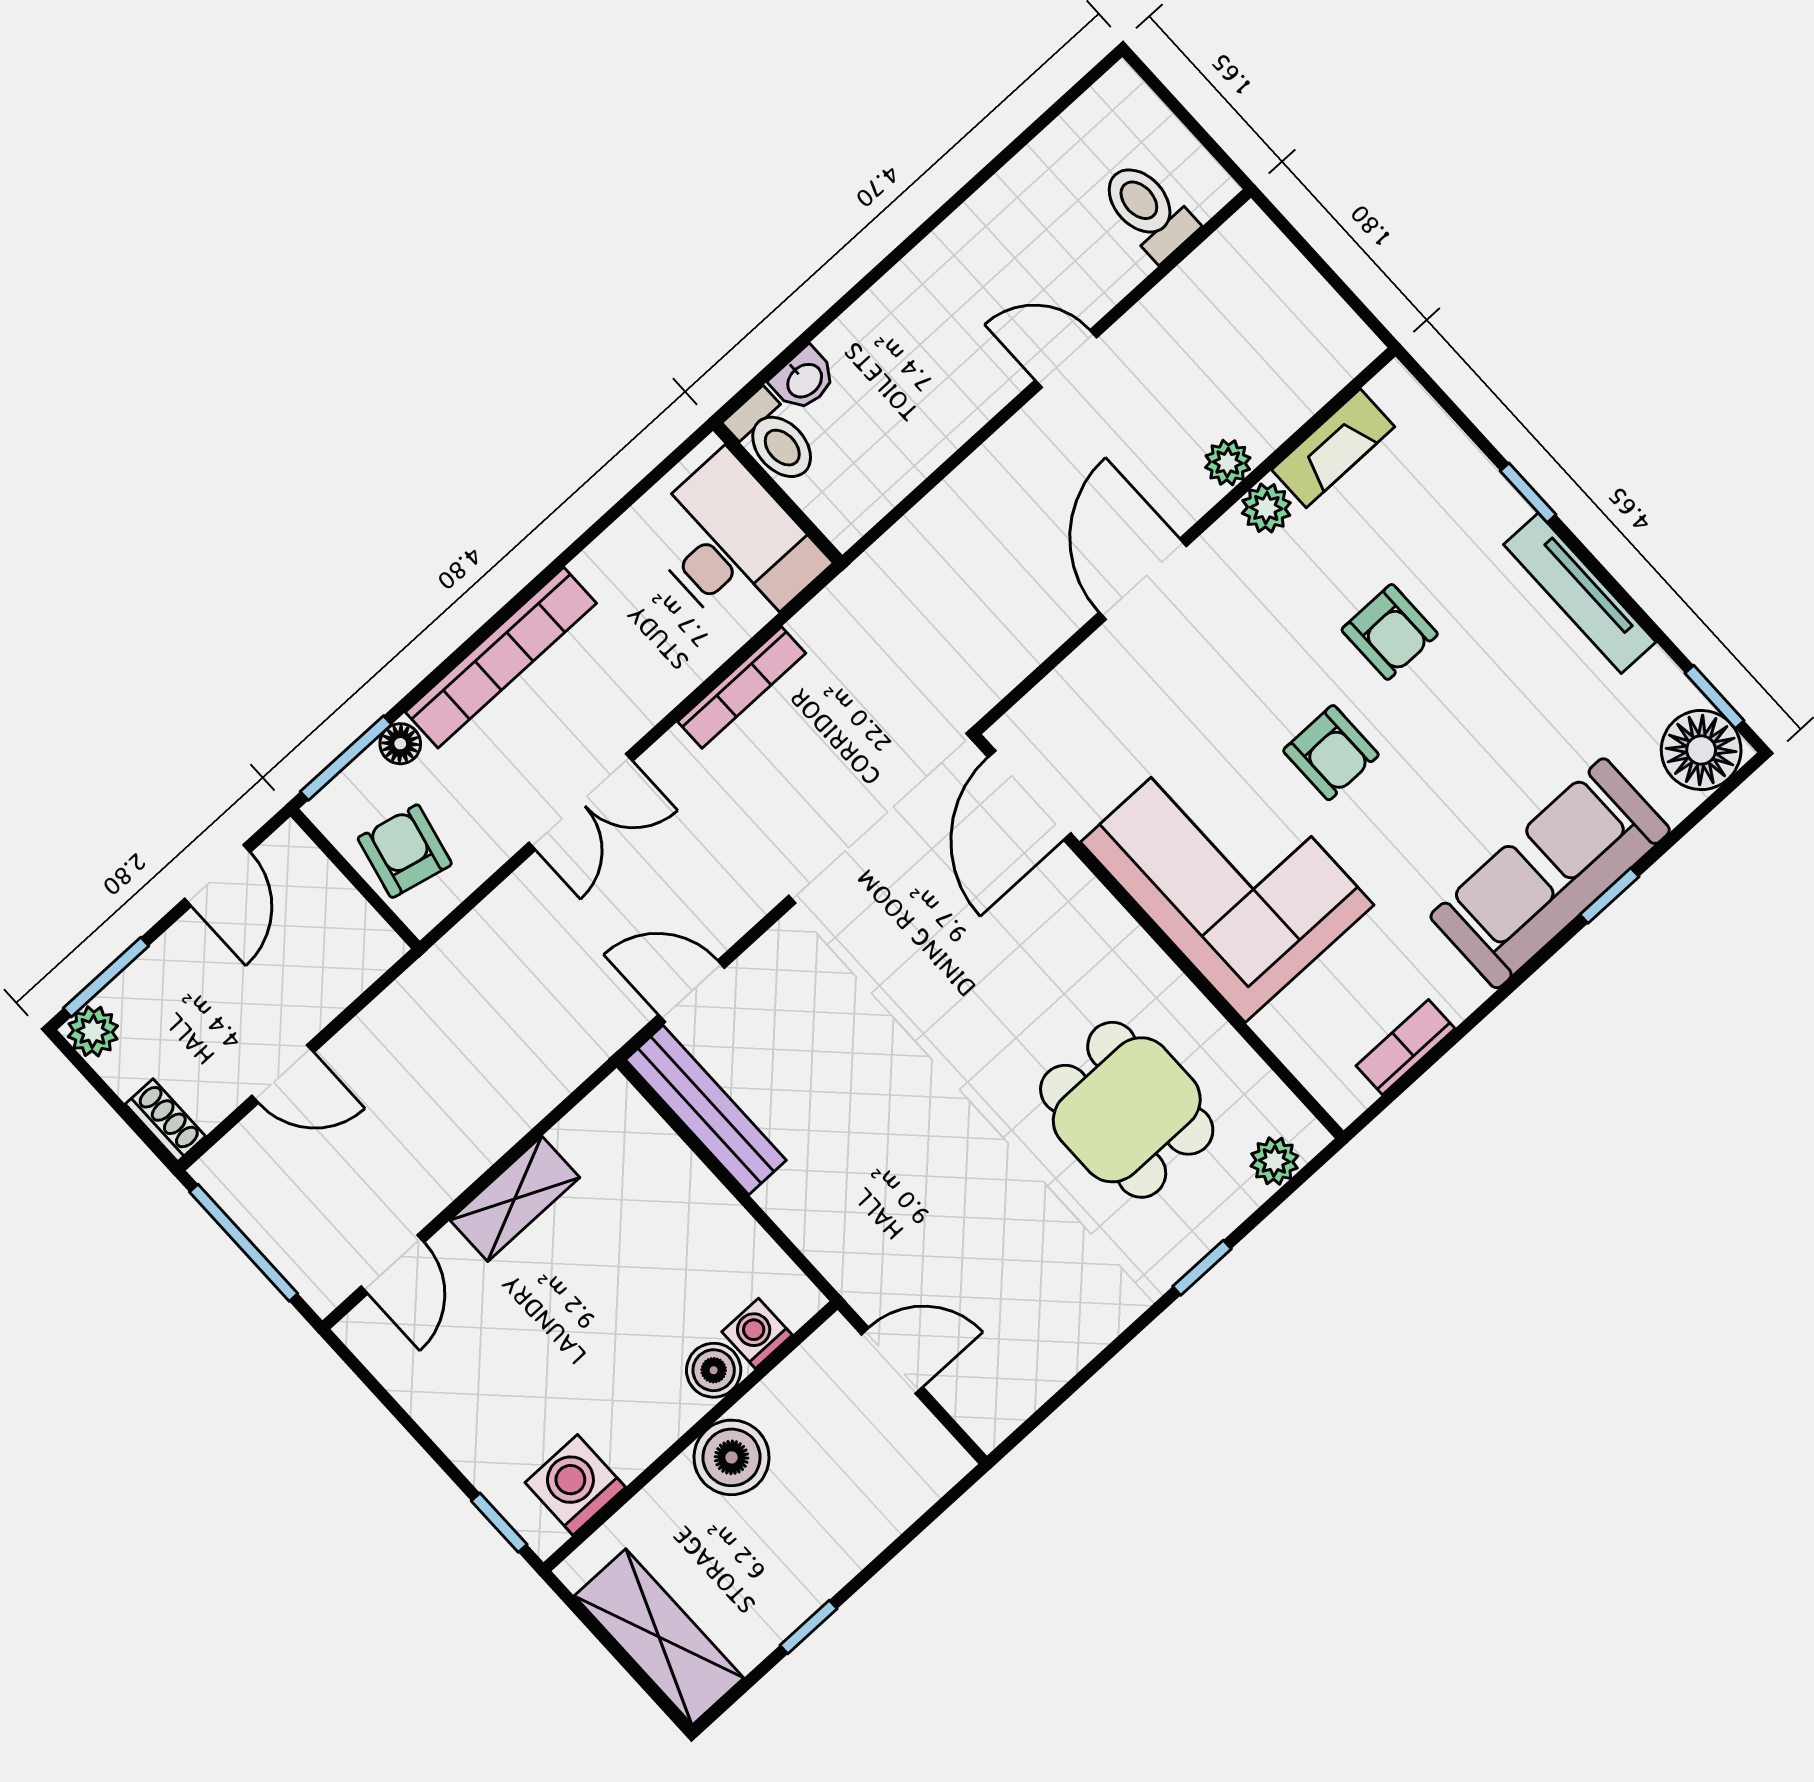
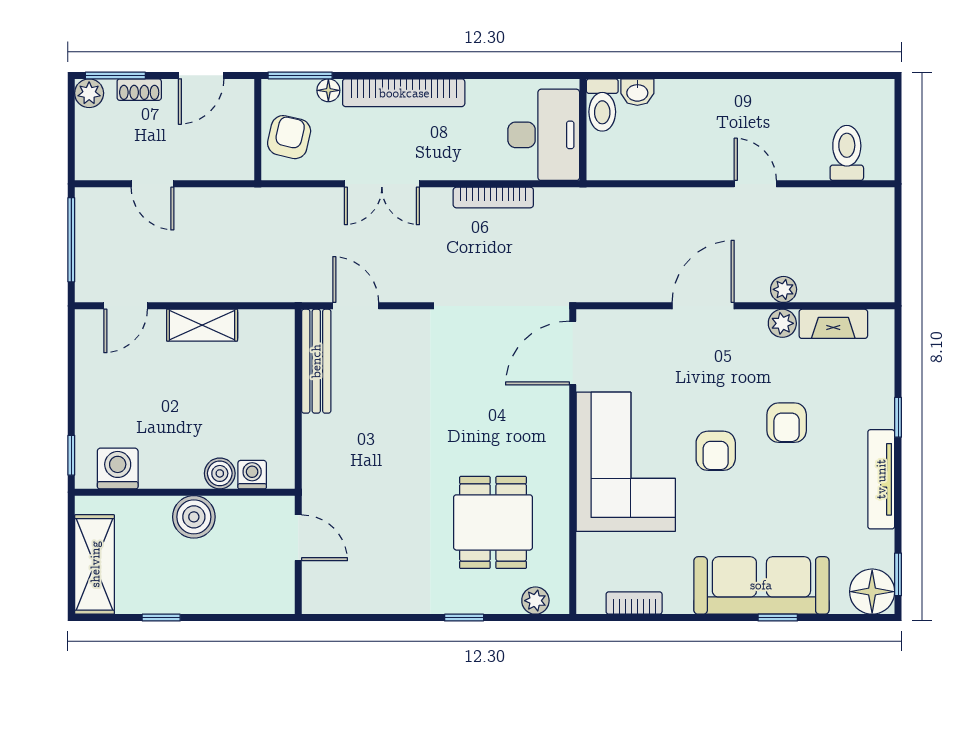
shoe rack: (165, 1120) -> (139, 90), moved, turned 90

